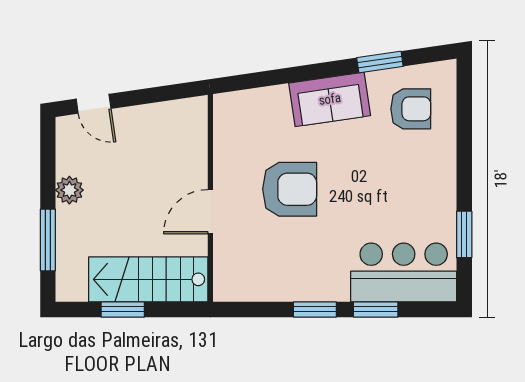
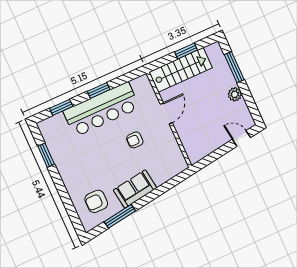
window: (380, 62) -> (120, 216), width x1.44
armchair: (290, 189) -> (135, 140), width x0.53, depth x0.53
bar counter: (404, 272) -> (101, 109), moved, width x1.36
window: (376, 309) -> (61, 107), moved

